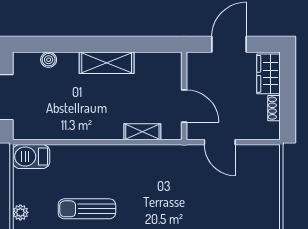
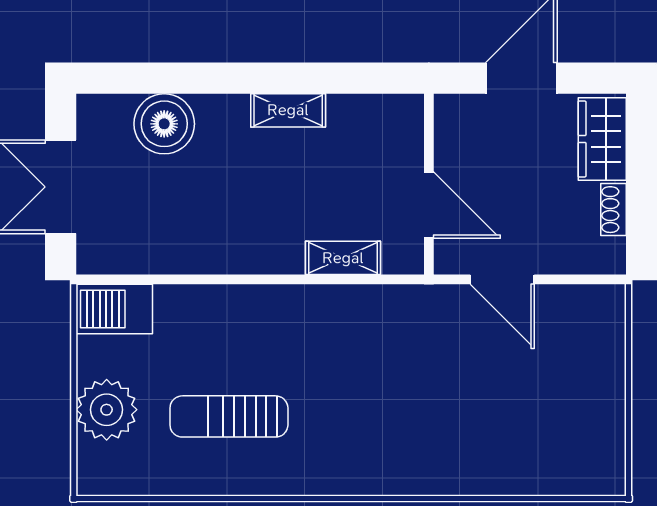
boiler: (49, 60) -> (164, 124), width x1.86, depth x1.86
shelving: (107, 63) -> (288, 110), width x0.67, depth x0.75
plant: (20, 212) -> (107, 410), width x1.87, depth x1.87

